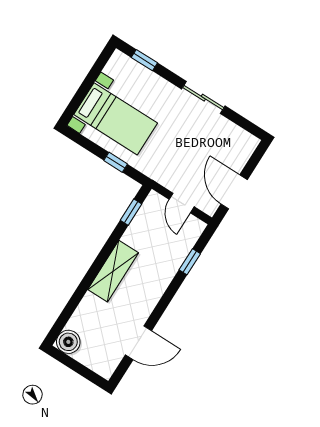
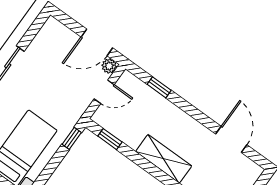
window: (116, 162) -> (72, 138), moved
plant: (210, 207) -> (109, 66), added

